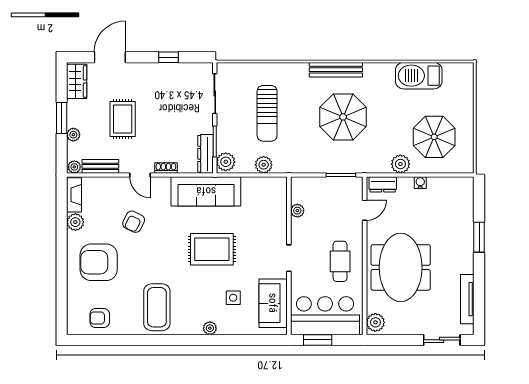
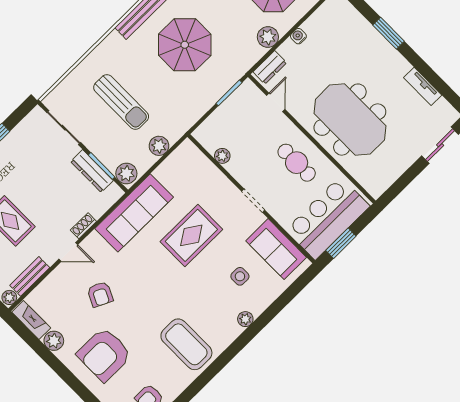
dresser: (205, 154) -> (92, 171), moved
rug: (212, 249) -> (191, 235), moved
tv unit: (467, 299) -> (423, 86), width x0.71
plant: (375, 322) -> (373, 183), removed

